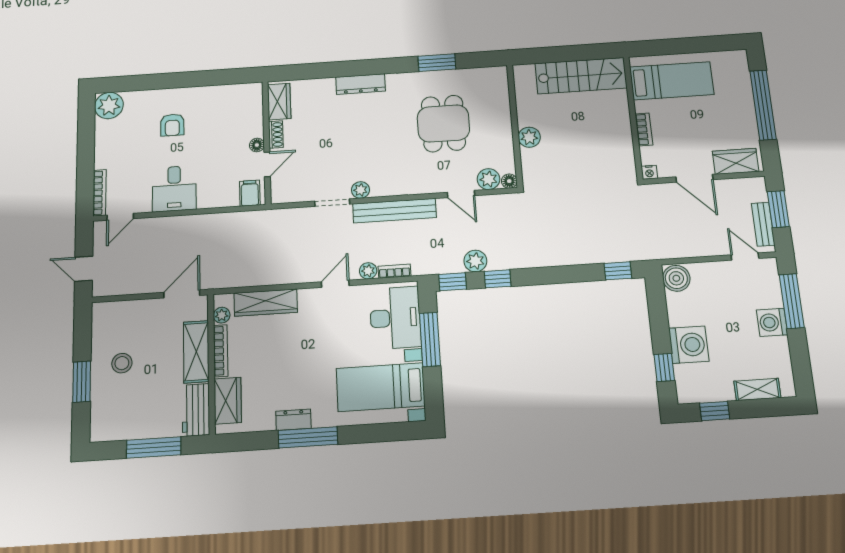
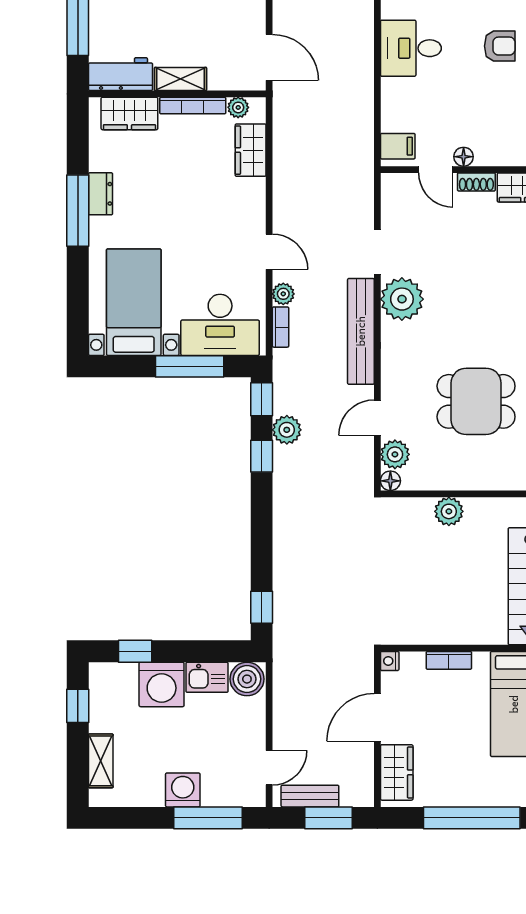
armchair: (172, 125) -> (500, 46), turned 180
plant: (360, 190) -> (402, 299), width x1.87, depth x1.87
wardrobe: (266, 303) -> (251, 150), width x0.67
kitchen sink: (679, 309) -> (207, 677), added
shelving: (196, 352) -> (180, 79), width x0.67, depth x0.75

